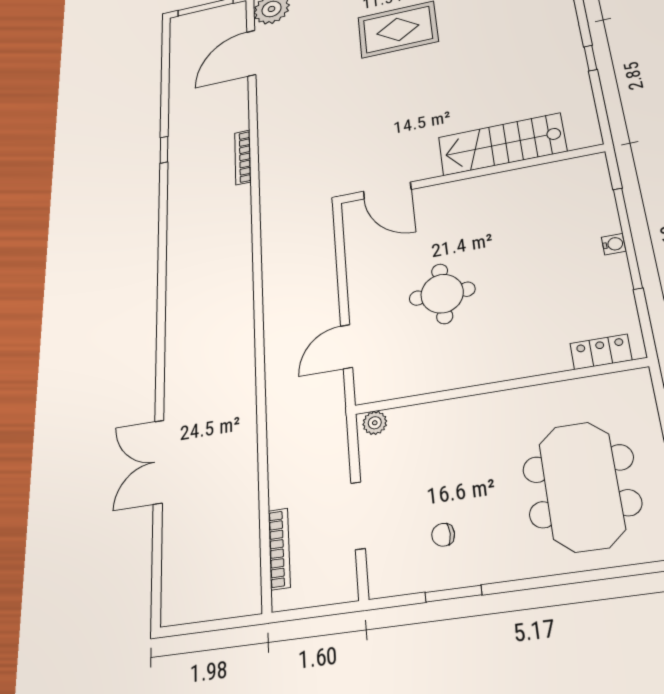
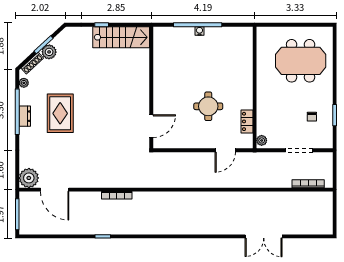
stairs: (502, 144) -> (121, 37), moved, turned -90
door: (347, 347) -> (225, 150), hinge flipped
locker: (601, 352) -> (247, 121), moved

